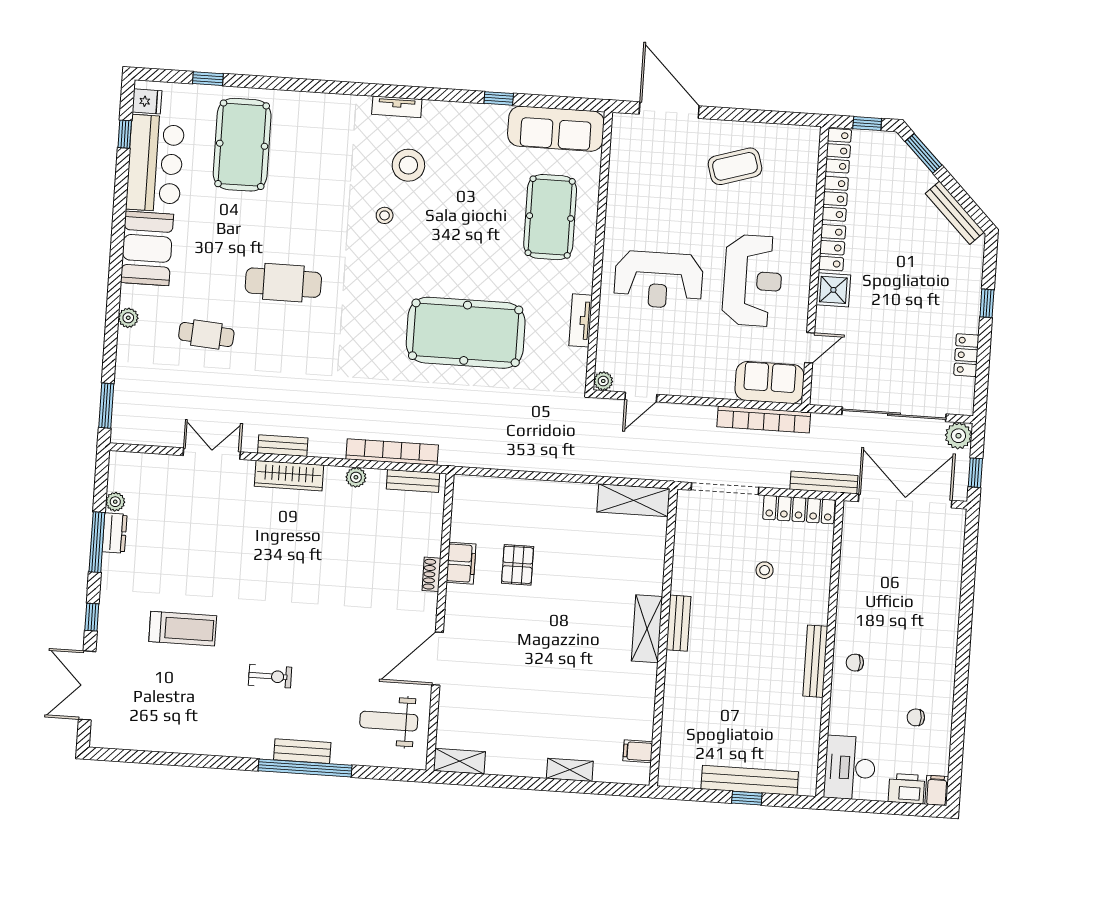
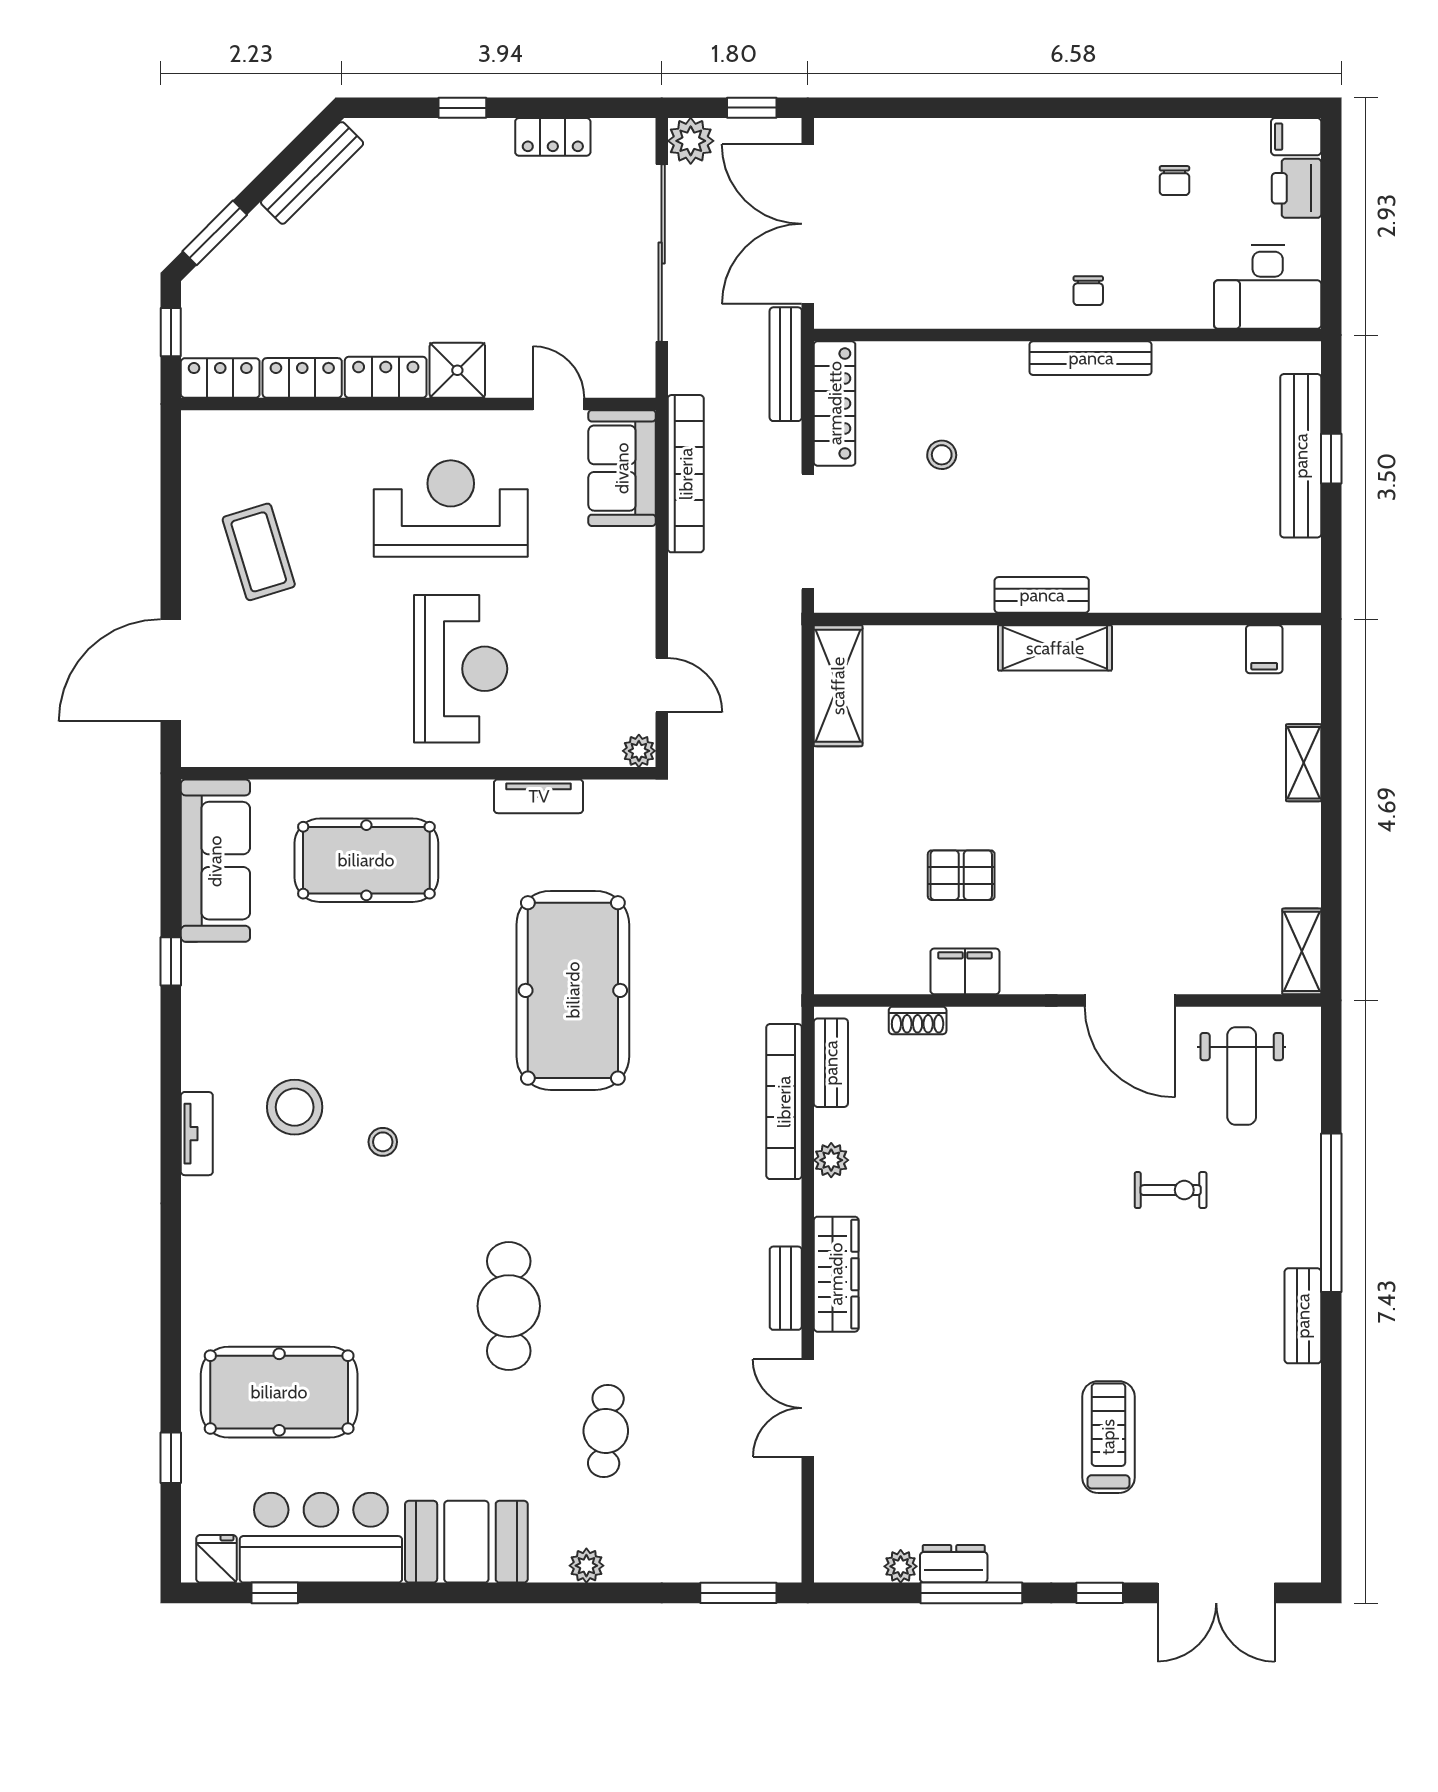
shoe rack: (431, 574) -> (918, 1020), moved
exercise bike: (270, 676) -> (1171, 1190), moved, turned 90
bench: (302, 751) -> (1303, 1316), moved

